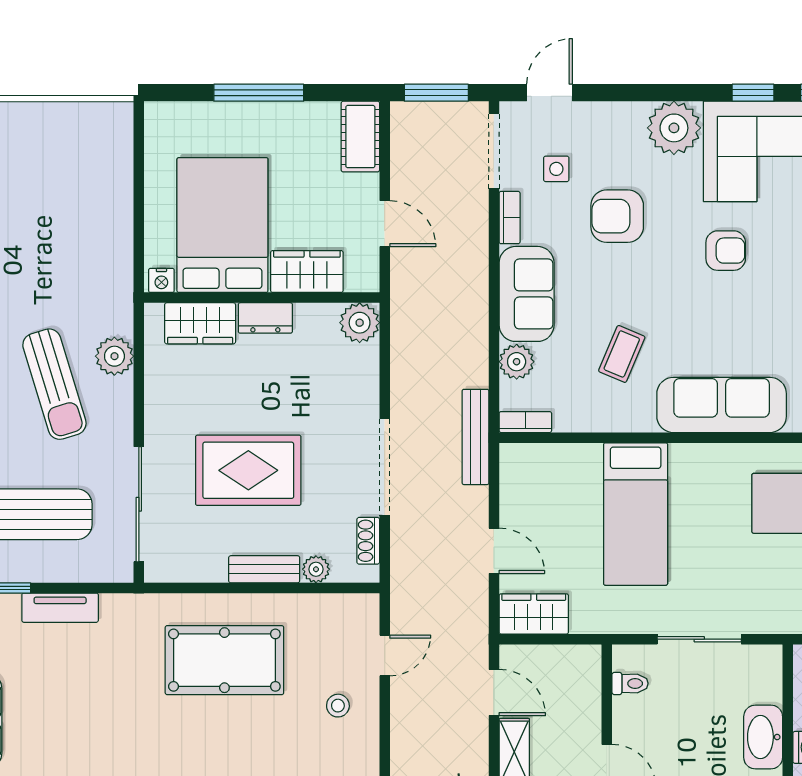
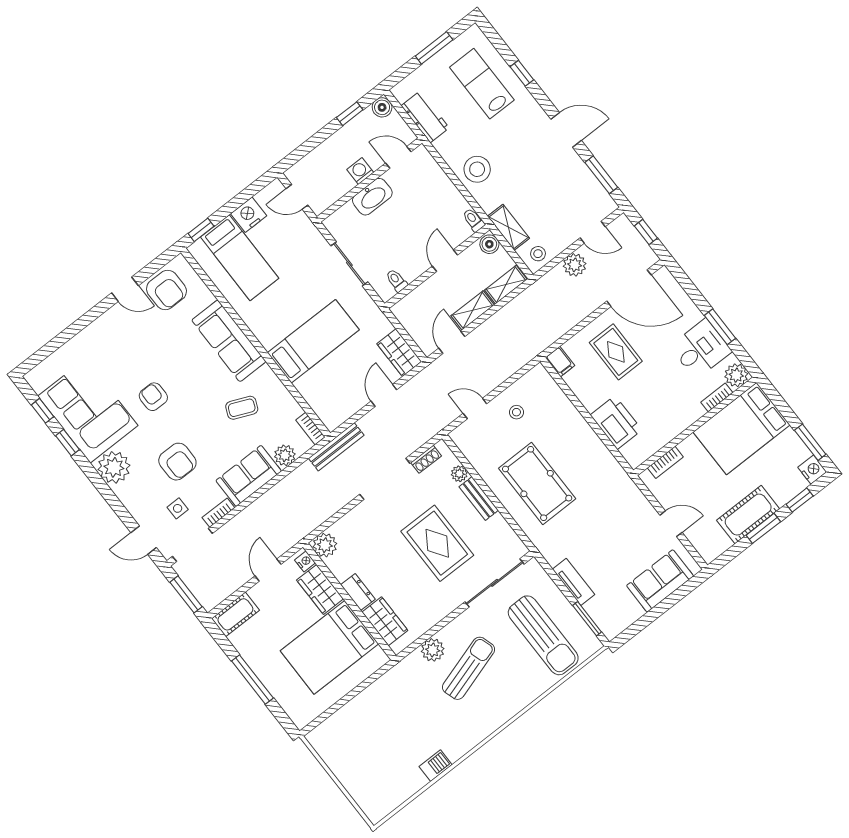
nightstand: (161, 280) -> (305, 561), moved

